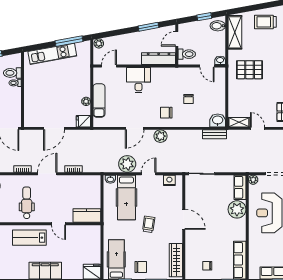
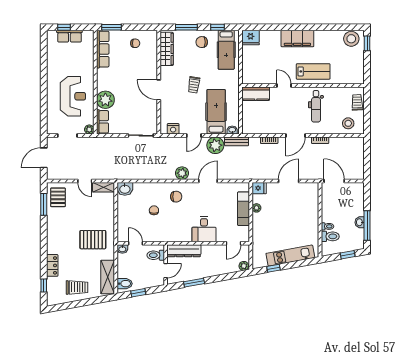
window: (69, 41) -> (274, 268), width x0.46
bench: (215, 134) -> (237, 141), moved

